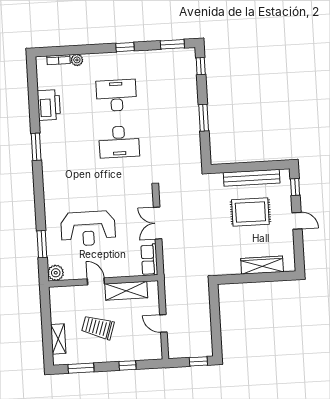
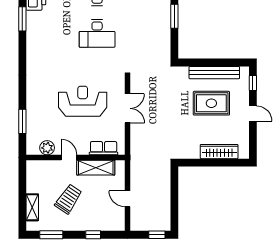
window: (36, 147) -> (22, 19), moved
double door: (158, 223) -> (127, 108), swing flipped
reception desk: (88, 228) -> (83, 101), moved, turned 180
row of seats: (149, 260) -> (104, 148), moved, turned 90
plant: (56, 273) -> (47, 148), moved
trolley: (98, 327) -> (68, 199), turned 106

